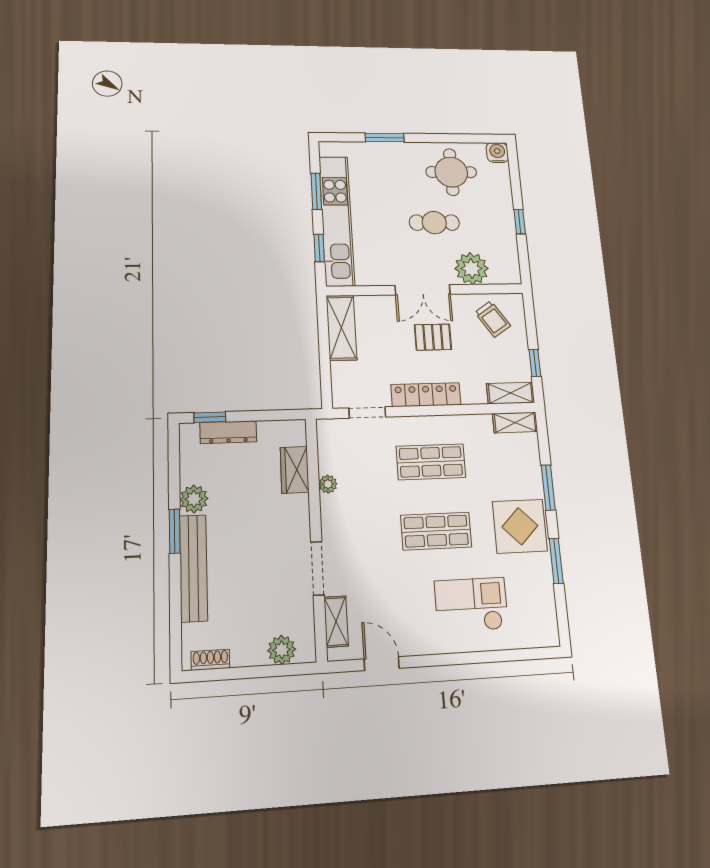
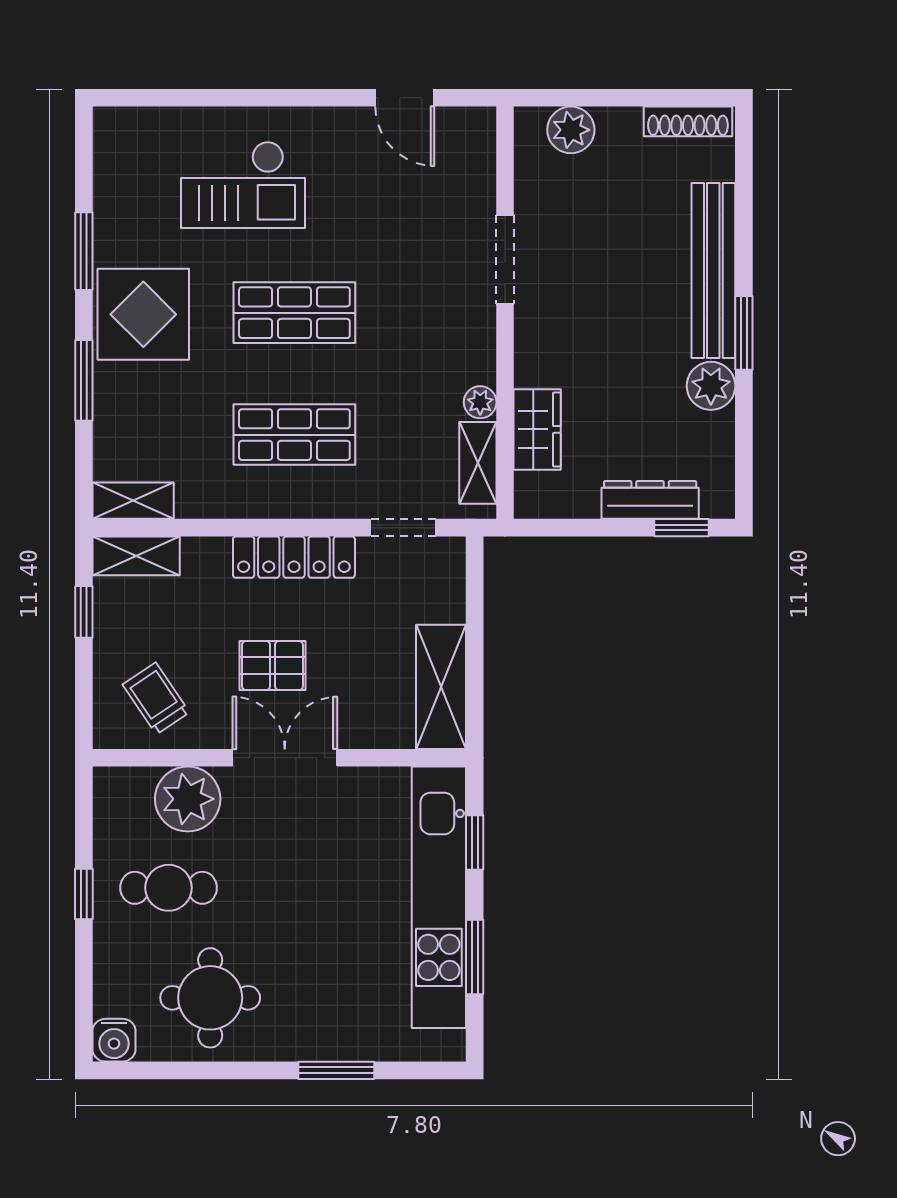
cafe table: (434, 223) -> (169, 888), moved
shelving: (336, 622) -> (478, 463), moved
shoe rack: (210, 660) -> (688, 121), width x1.43

